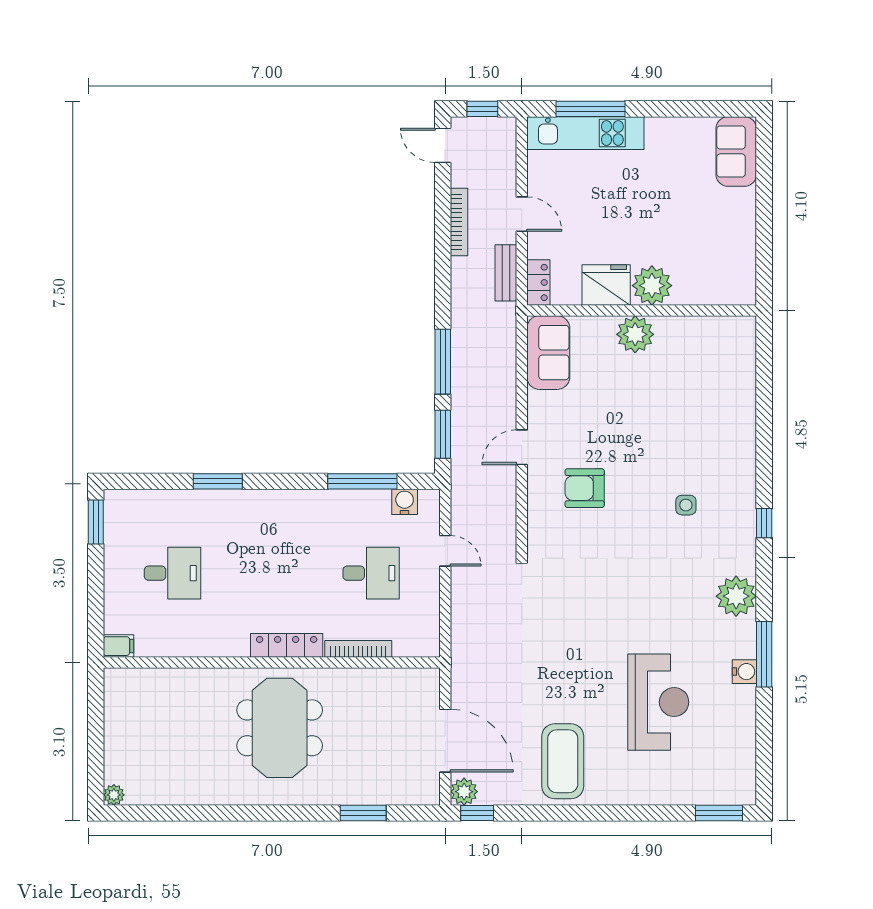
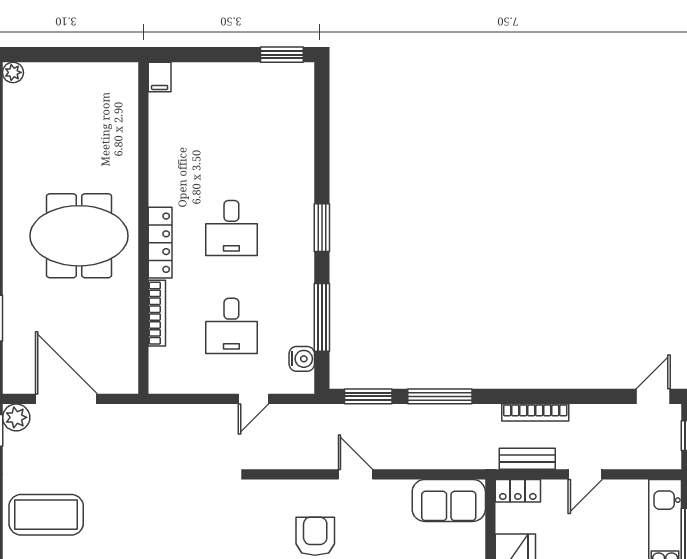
bookcase: (459, 222) -> (535, 413), moved
window: (218, 481) -> (322, 228), moved
desk: (172, 573) -> (231, 228), moved
door: (445, 741) -> (66, 399), swing flipped

